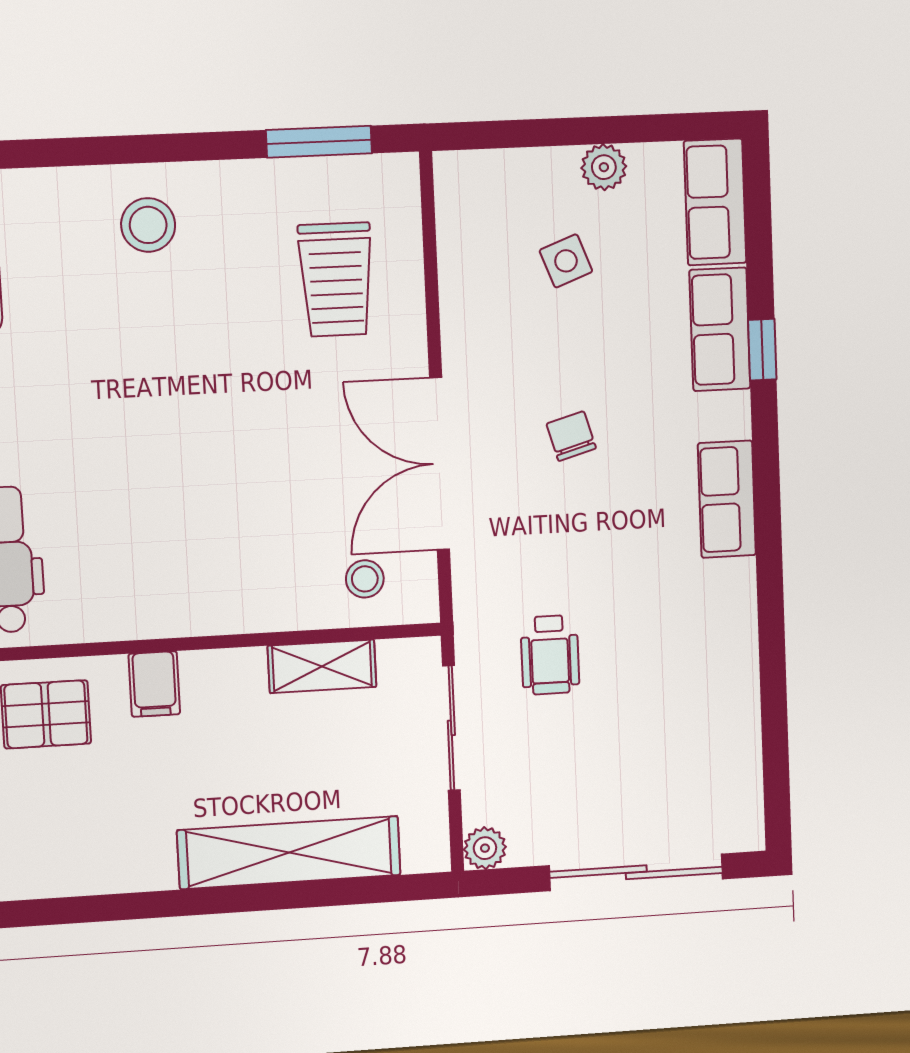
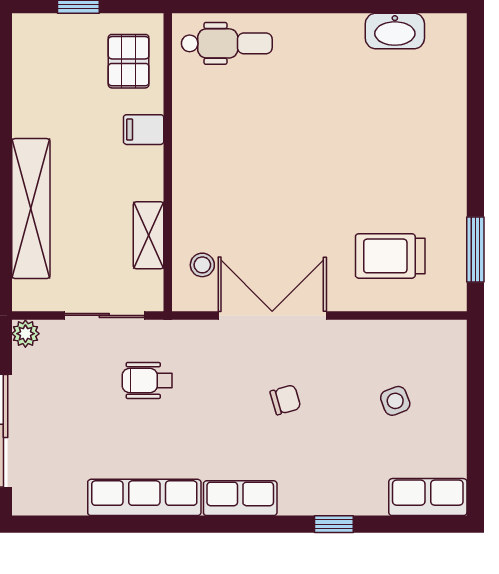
plant: (604, 167) -> (452, 427), removed
stool: (148, 225) -> (429, 142), removed
row of seats: (720, 329) -> (144, 497), moved, width x1.48

